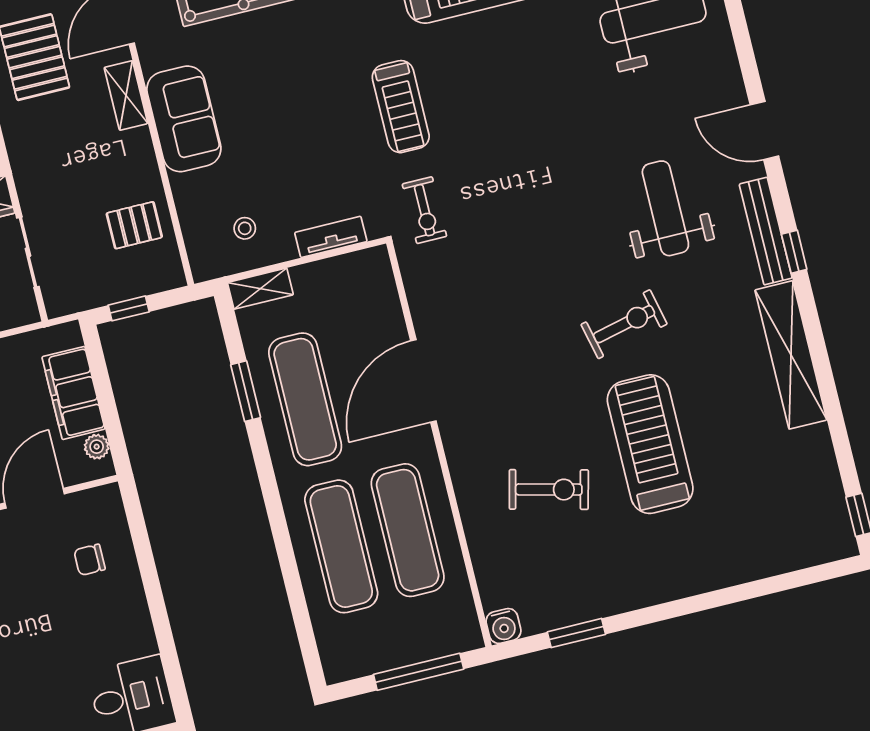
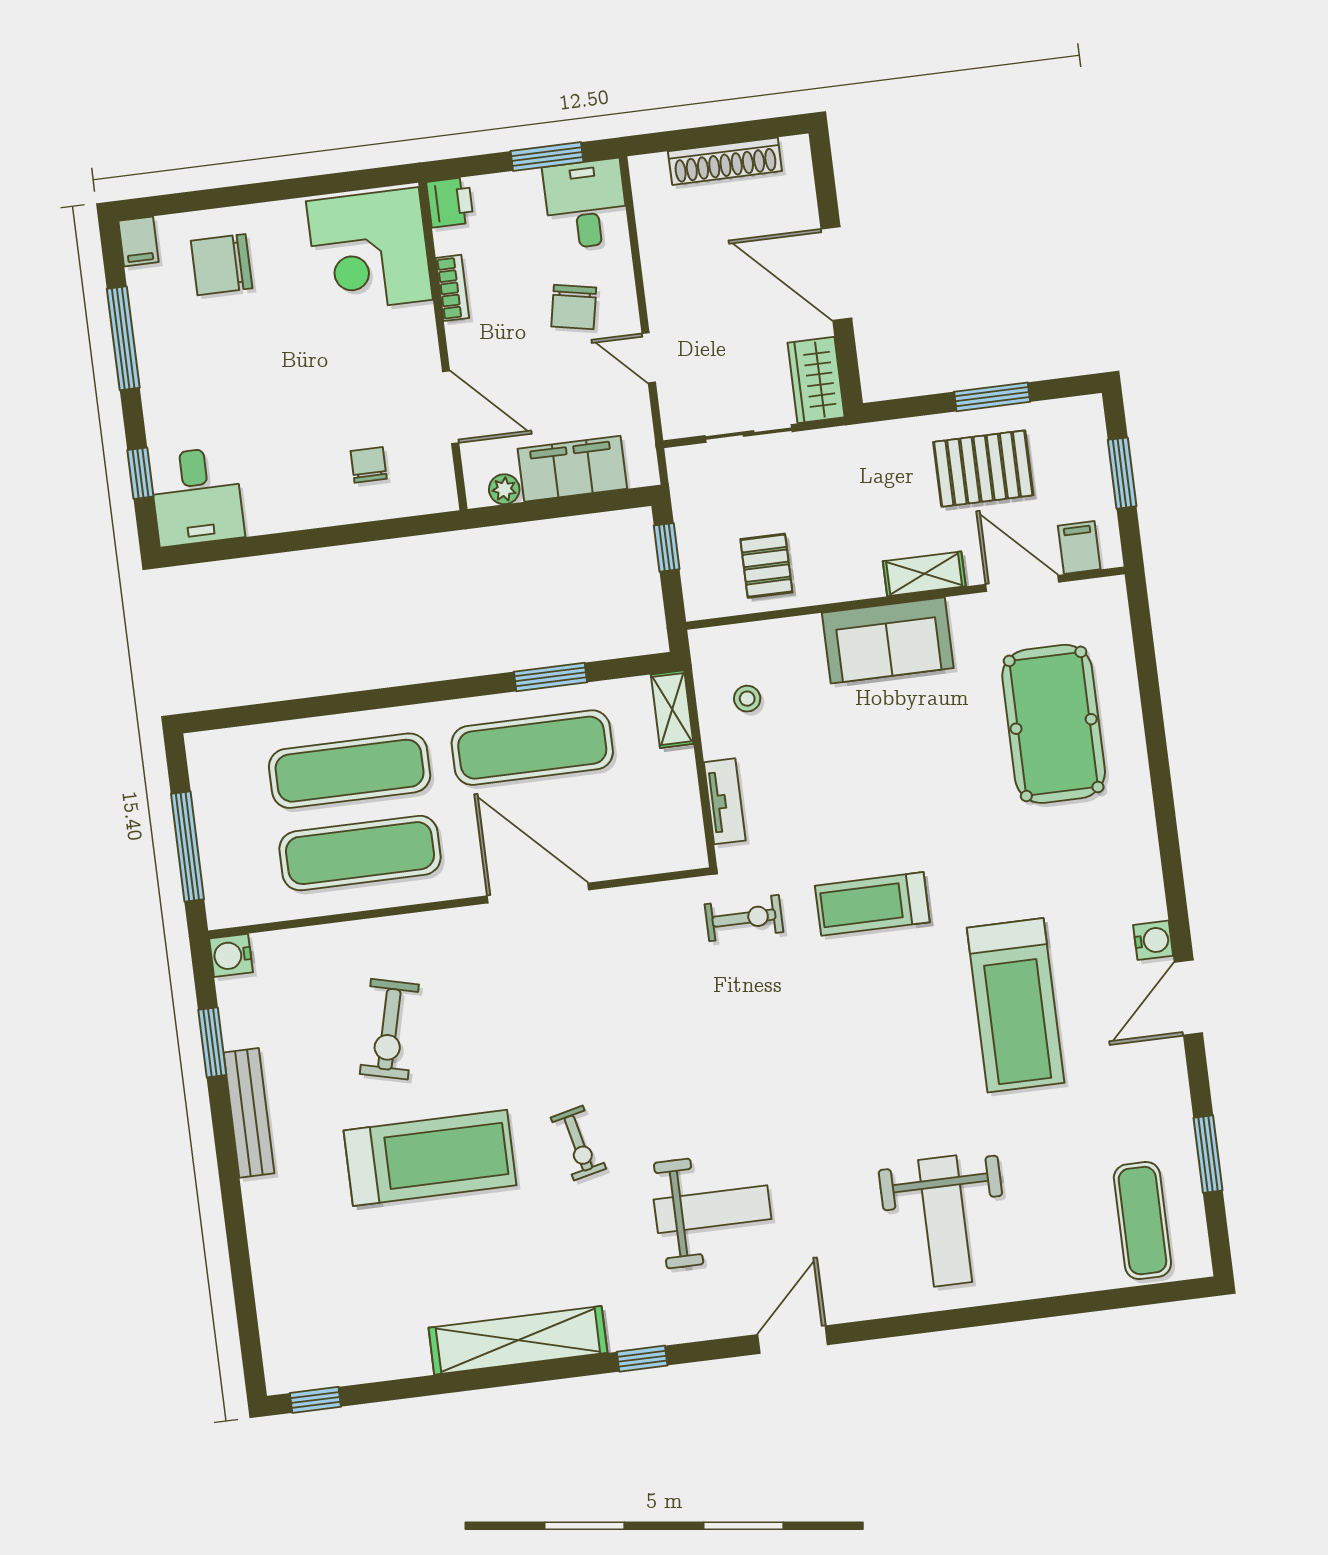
exercise bike: (424, 210) -> (744, 918), turned 180
bench: (766, 231) -> (249, 1113), moved, turned 90
exercise bike: (624, 324) -> (578, 1143), width x0.73, depth x0.72

